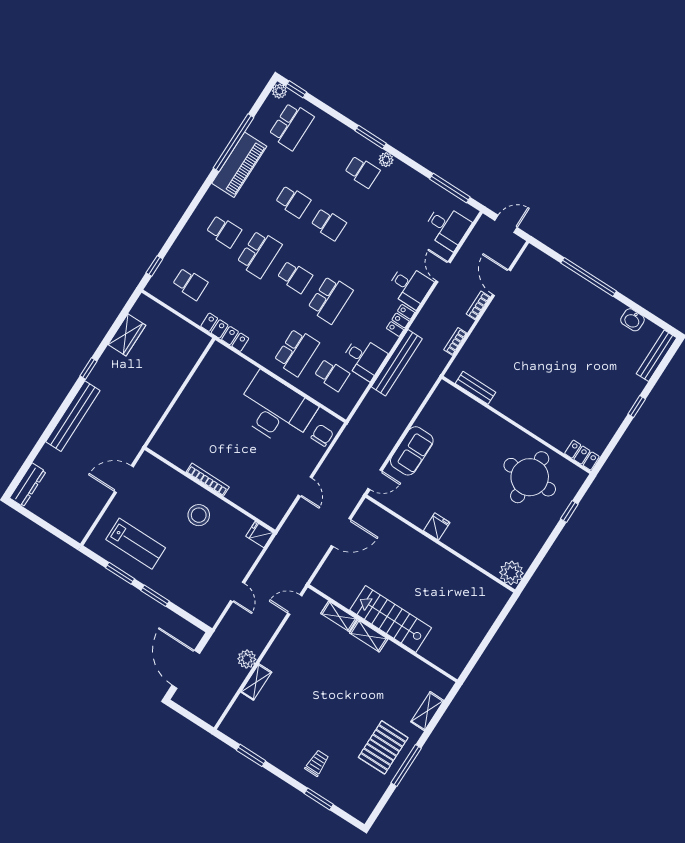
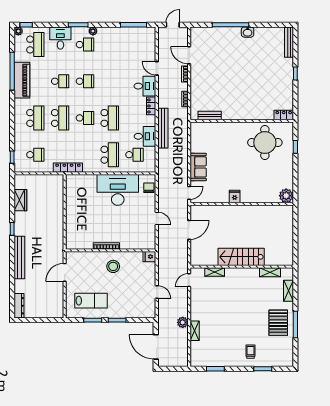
desk: (447, 227) -> (60, 38), moved, turned -90
school desk: (224, 231) -> (35, 118), width x1.85
washbasin: (632, 320) -> (248, 32), moved
shelving: (369, 636) -> (270, 272), moved

